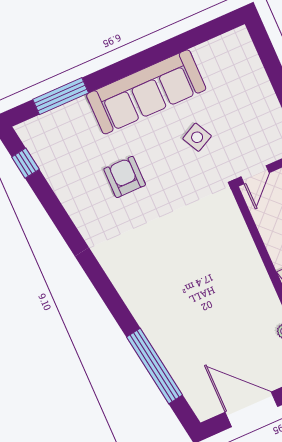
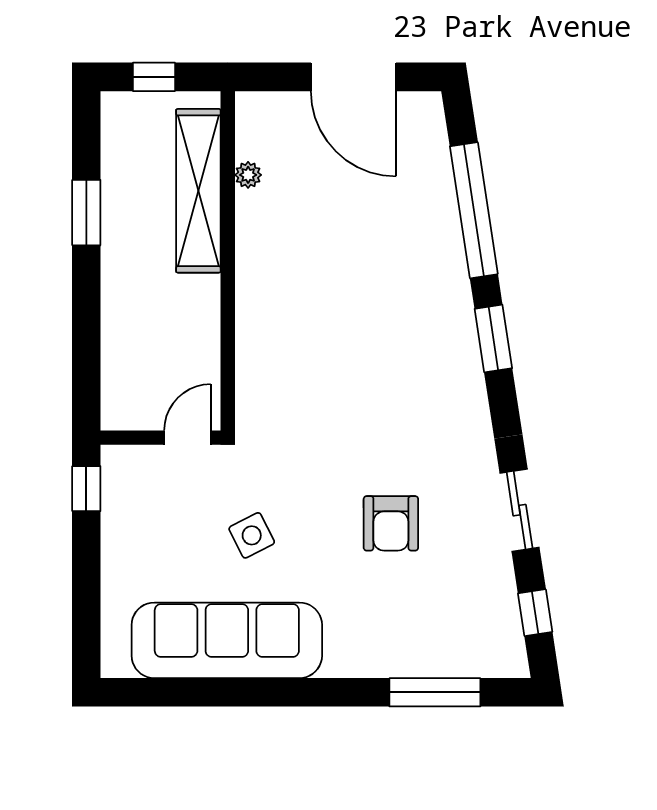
sofa: (146, 92) -> (227, 640), moved
sliding door: (58, 215) -> (520, 510), added
window: (113, 301) -> (493, 338), added

